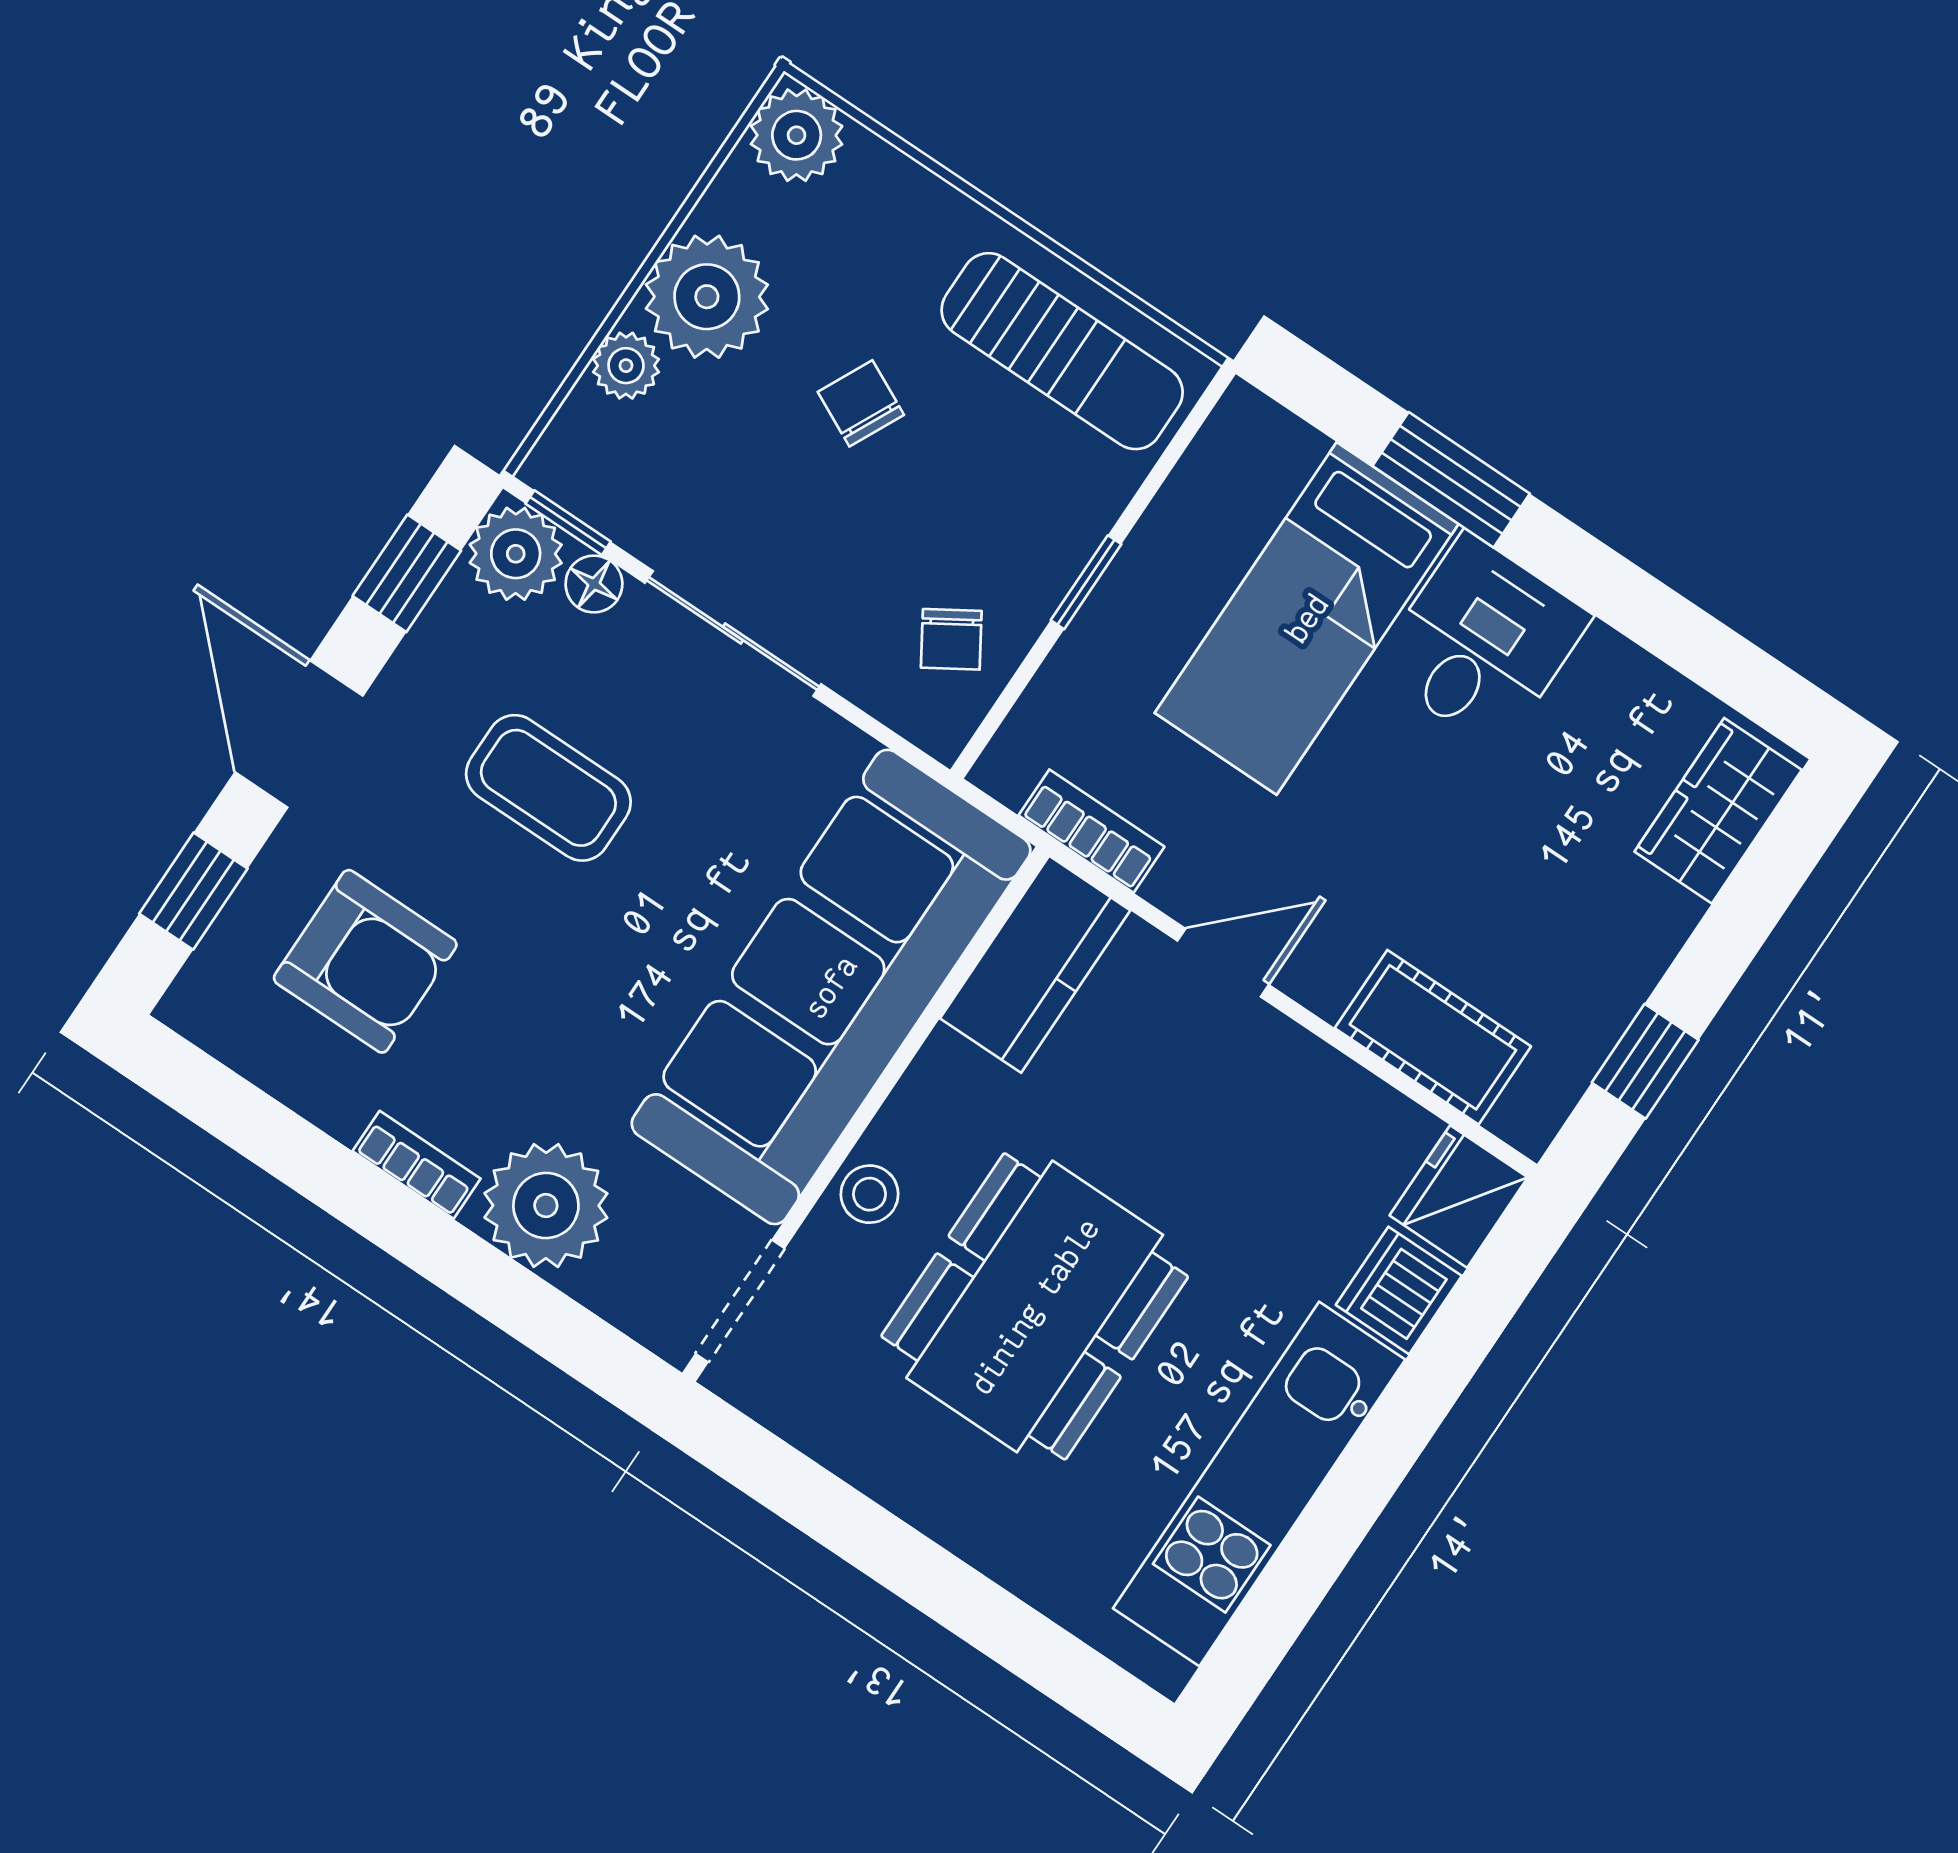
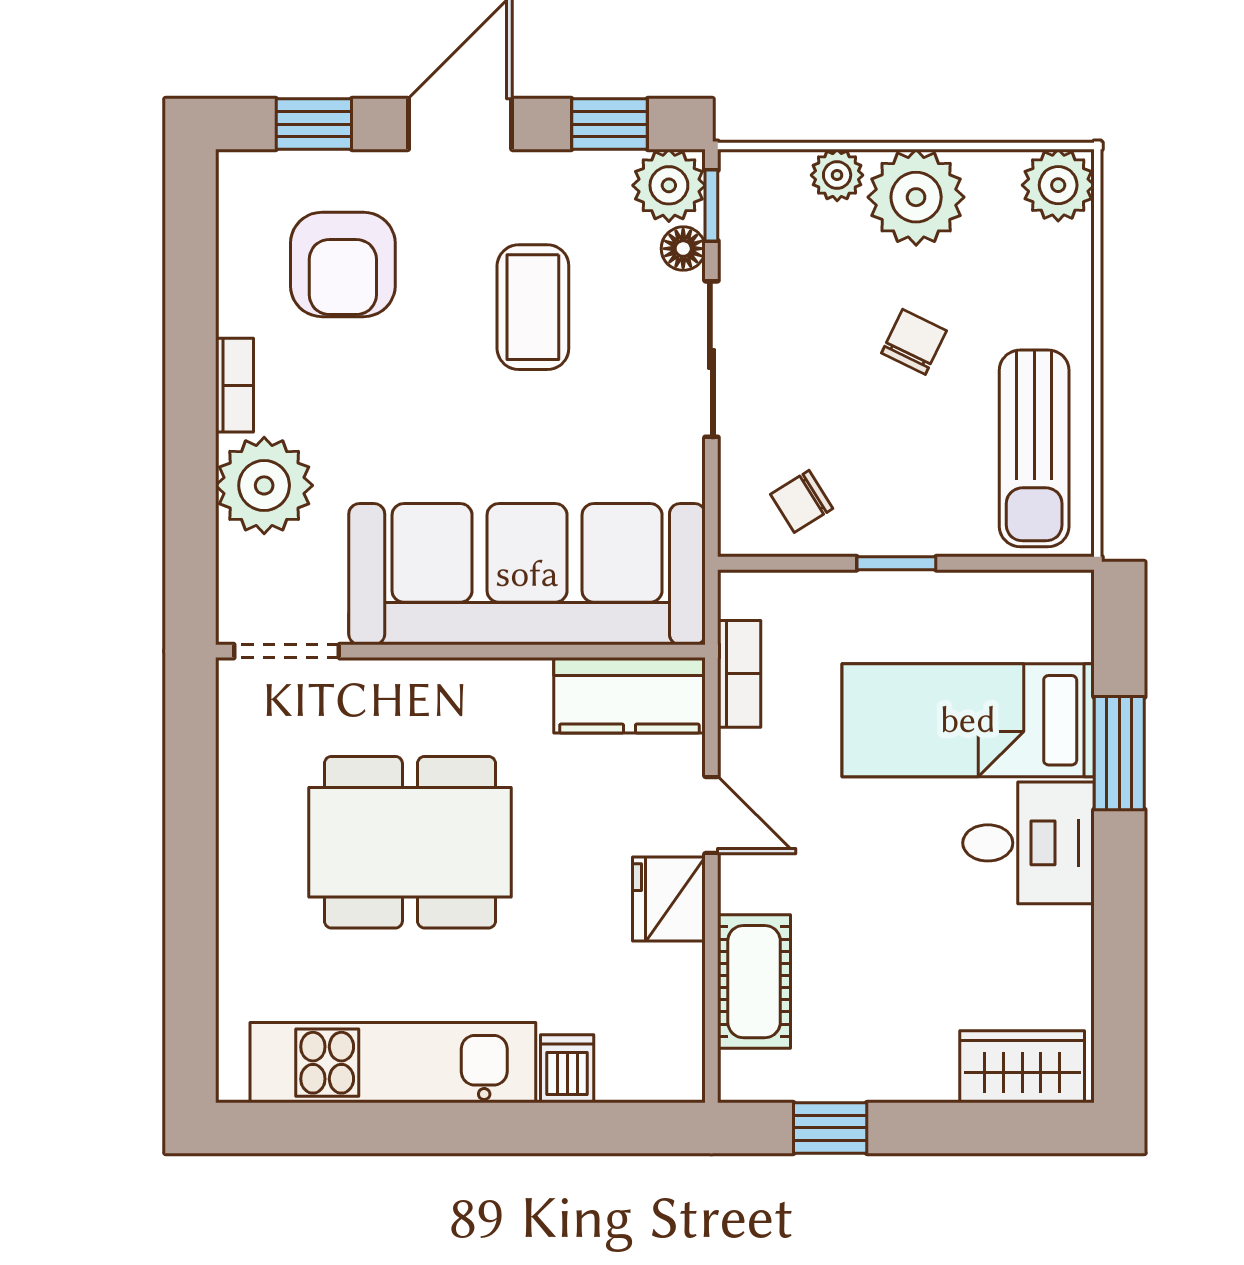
stool: (870, 1194) -> (411, 688), removed
fridge: (1459, 1196) -> (669, 899), moved, turned -90
dishwasher: (1399, 1290) -> (567, 1069), width x0.73

